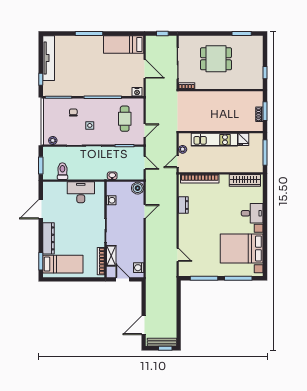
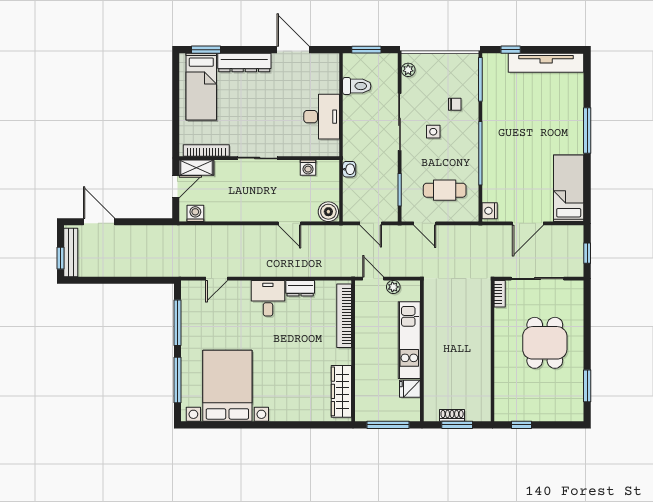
door: (145, 163) -> (371, 223), hinge flipped
desk: (252, 213) -> (268, 298), moved, turned 180
shelving: (111, 256) -> (196, 168), moved

